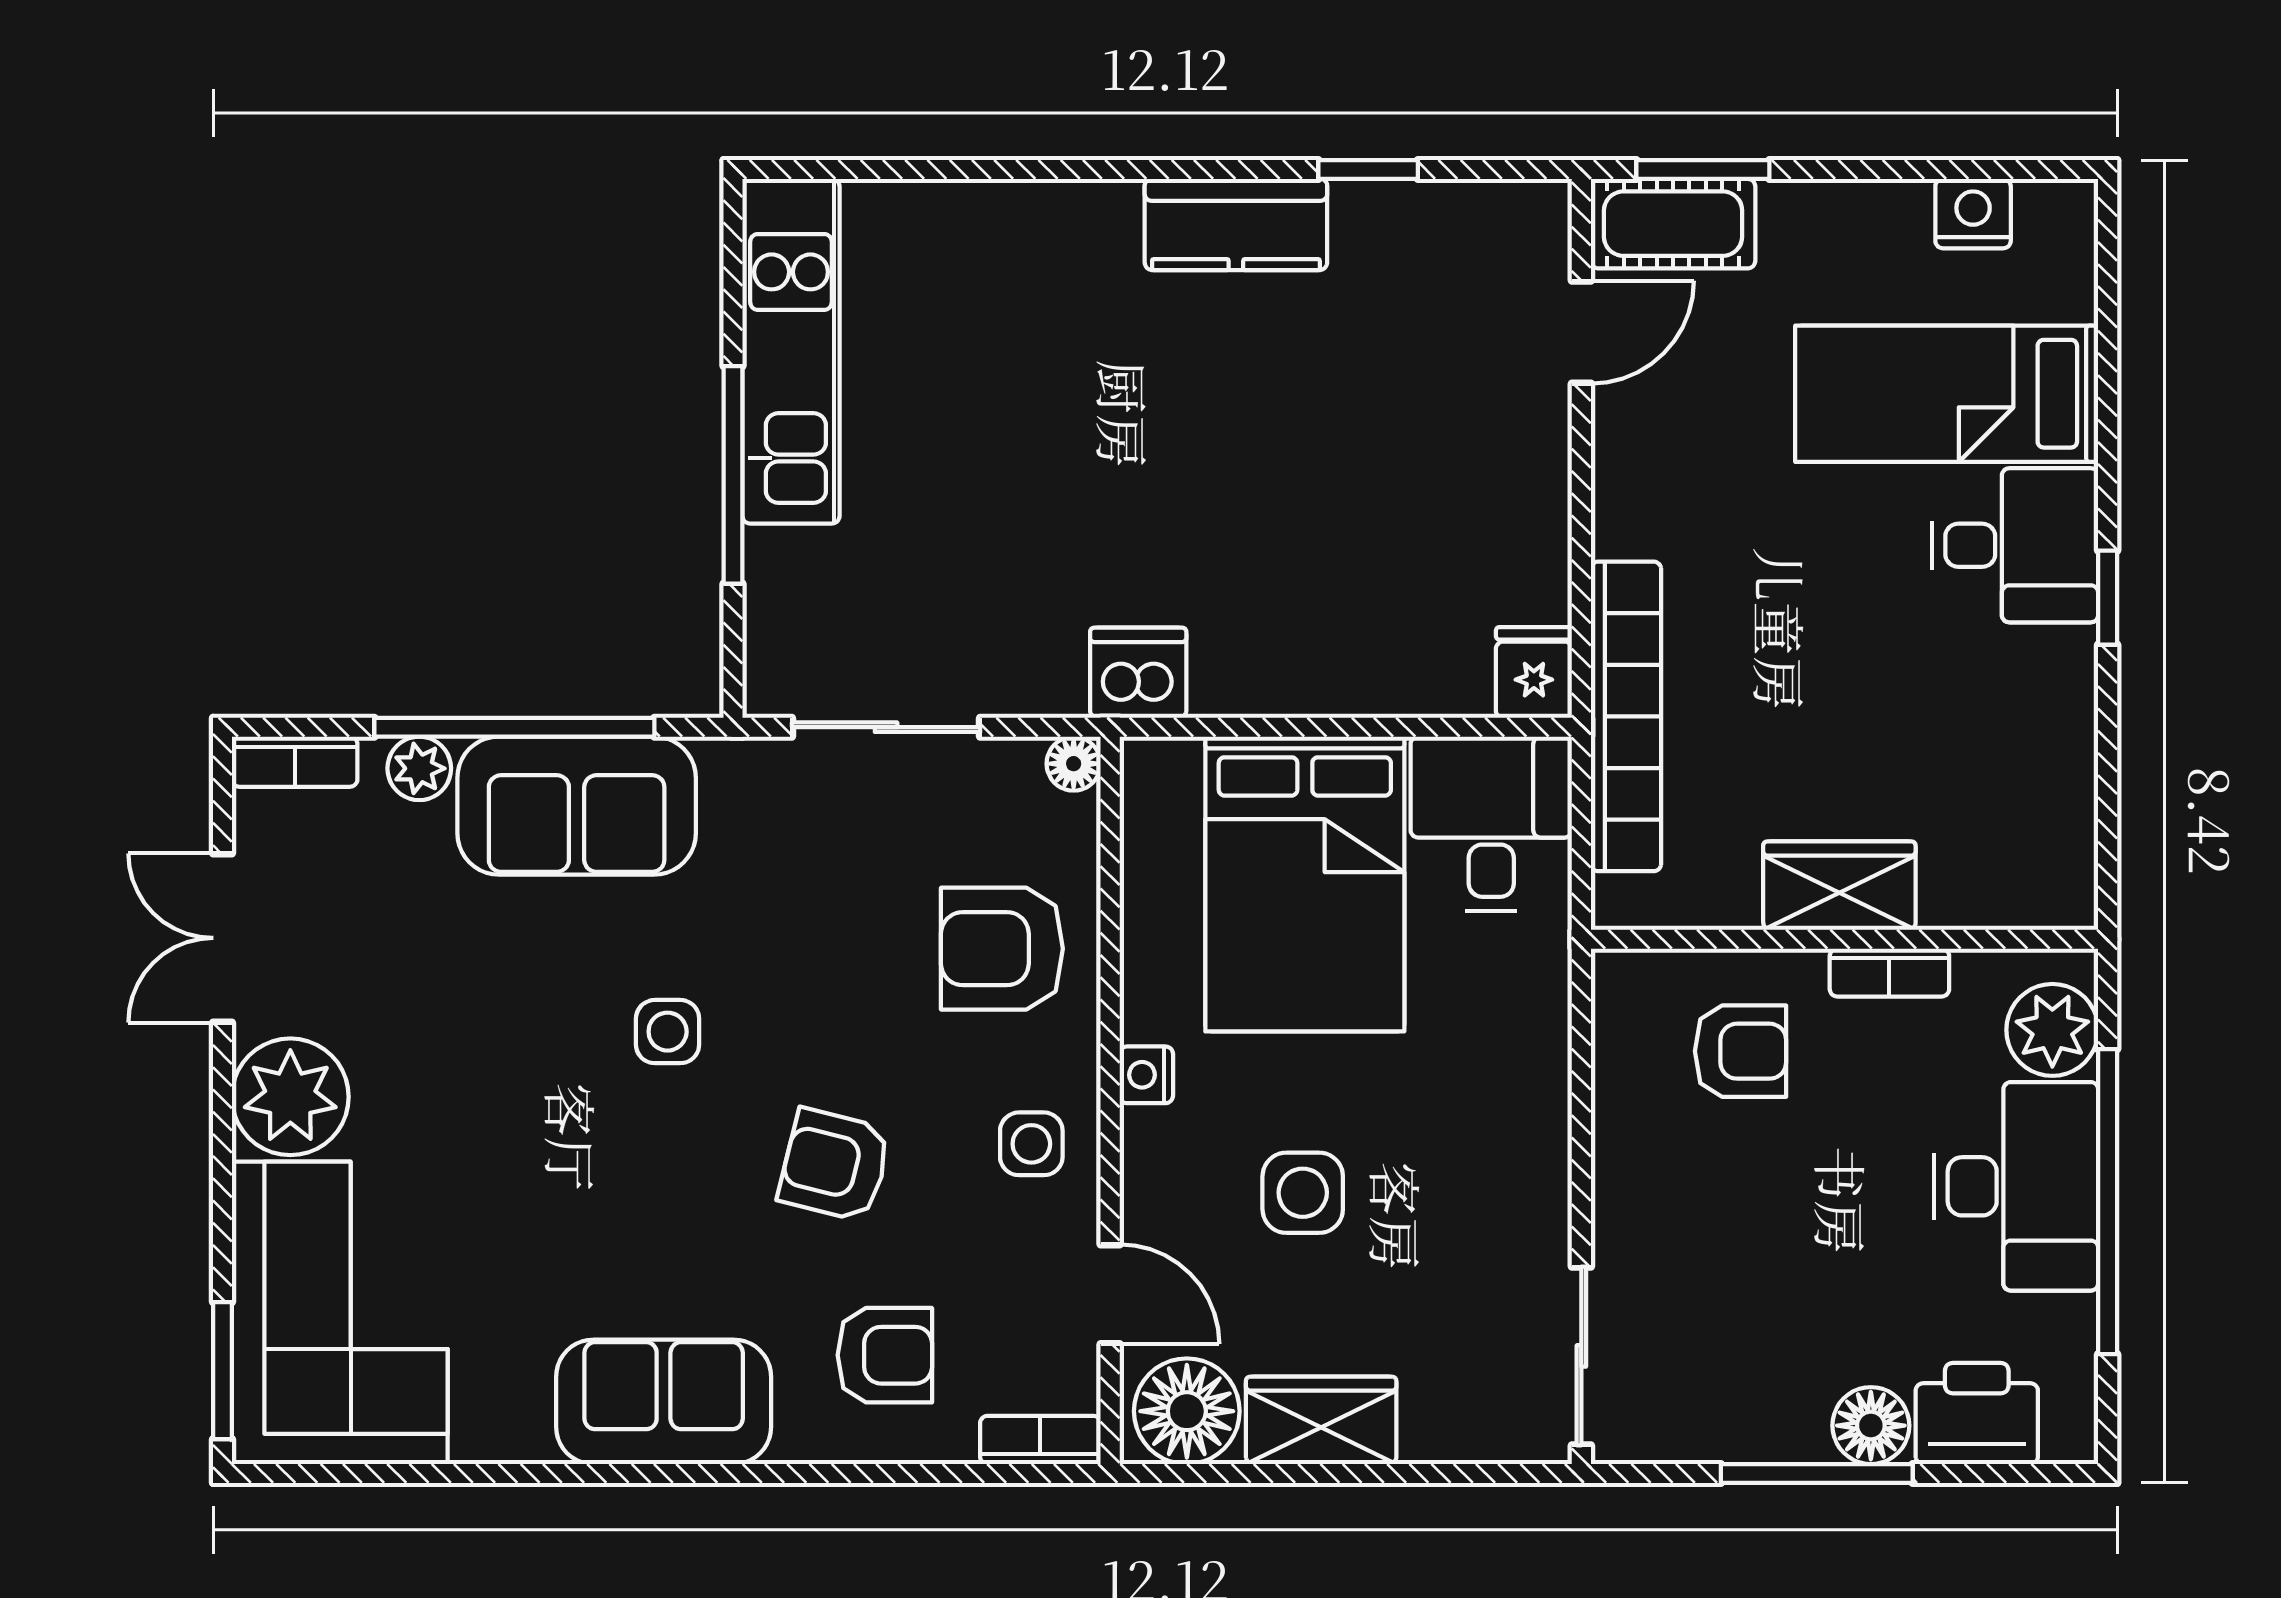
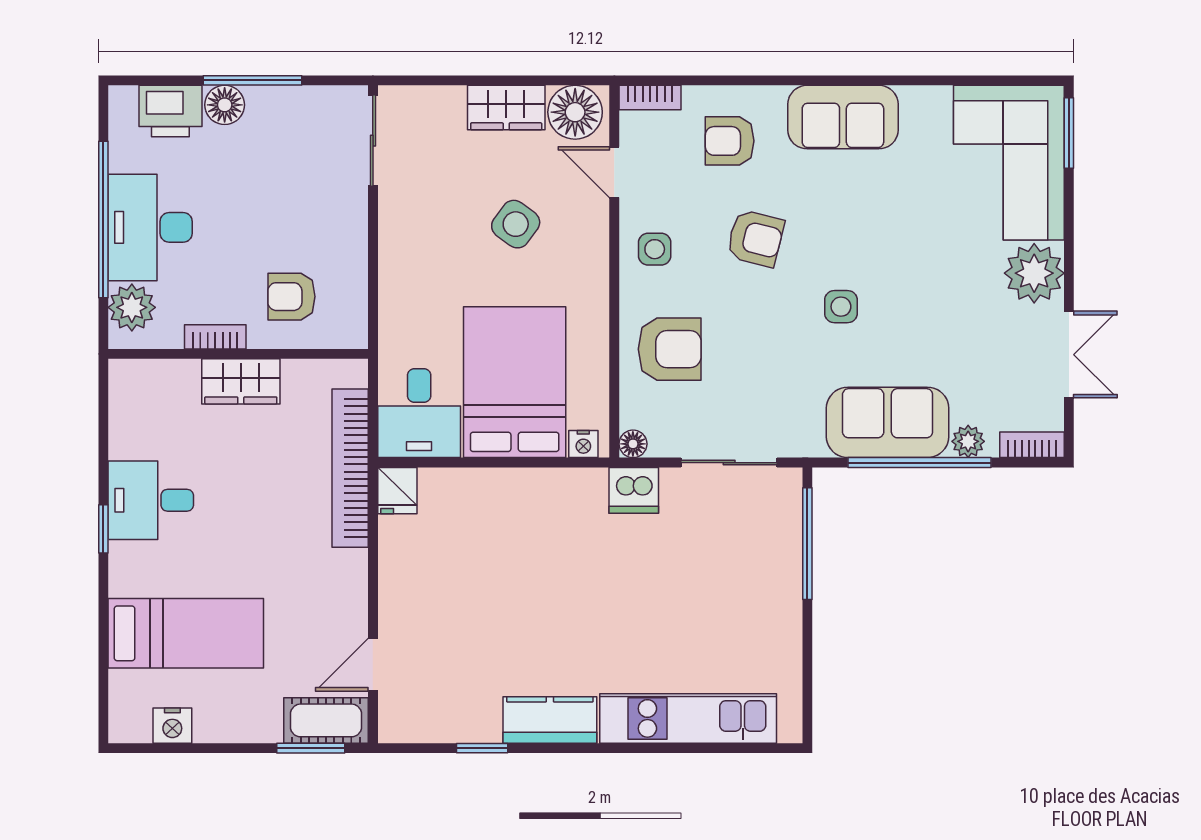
kitchen unit: (791, 351) -> (688, 718), moved, turned 90
window: (733, 475) -> (807, 544), moved
desk: (2015, 545) -> (151, 500), moved
dishwasher: (1138, 673) -> (634, 490), moved
nightstand: (1146, 1075) -> (583, 444), moved, turned 90
side table: (1303, 1193) -> (516, 224), turned 36

